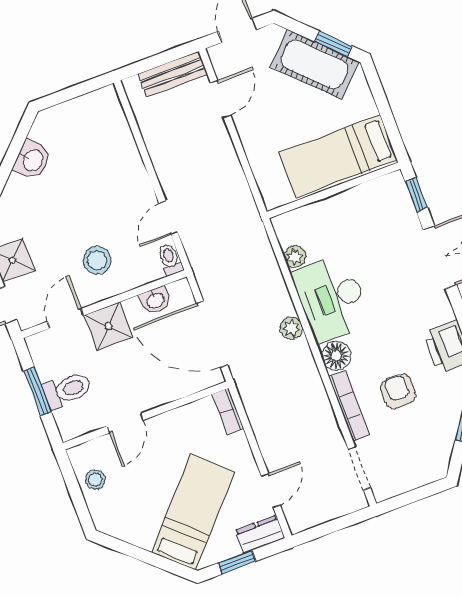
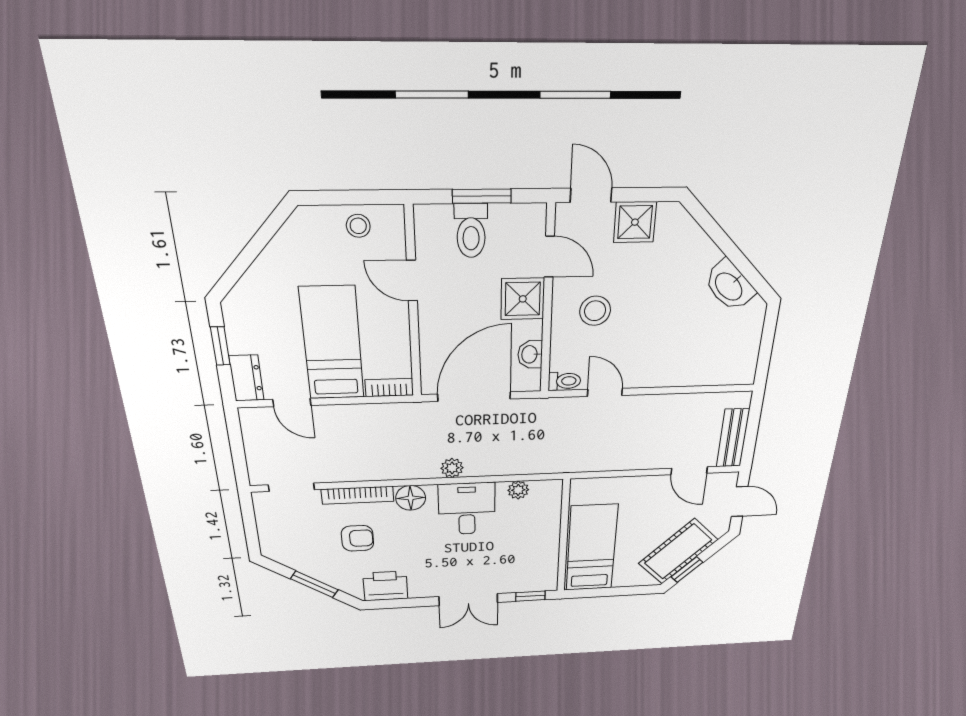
washbasin: (32, 160) -> (729, 286), width x1.38
desk: (331, 298) -> (467, 509), width x0.73
bed: (193, 512) -> (332, 344), moved, turned -132

